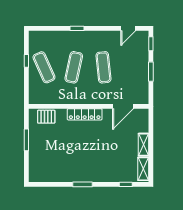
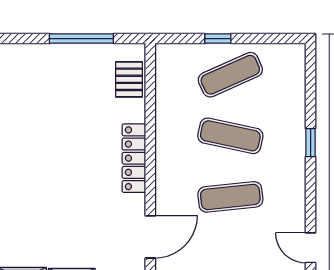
window: (26, 61) -> (218, 39), moved
door: (123, 106) -> (150, 237), swing flipped
window: (26, 140) -> (81, 39), width x1.44

